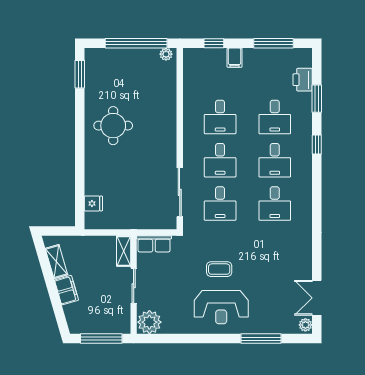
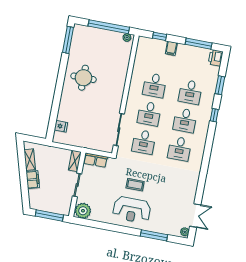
window: (80, 74) -> (68, 40), width x1.44
printer: (303, 80) -> (216, 58), moved
double door: (317, 298) -> (195, 215), swing flipped

